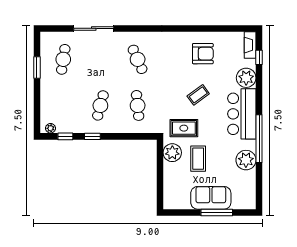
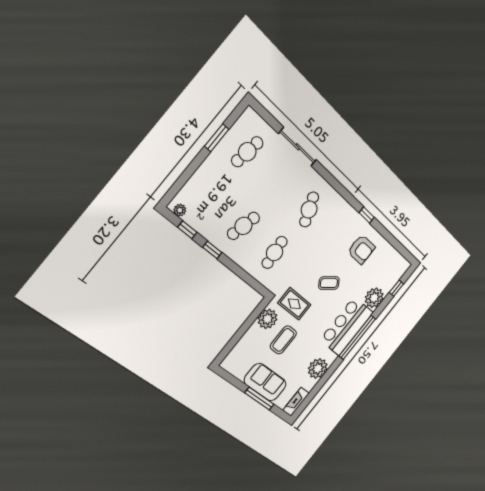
window: (185, 28) -> (367, 215), added
fireplace: (250, 45) -> (296, 402), moved
window: (259, 139) -> (357, 337), moved

